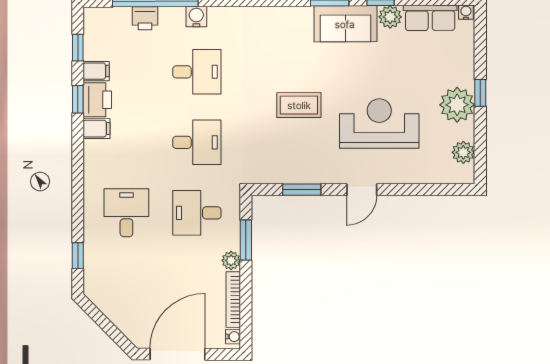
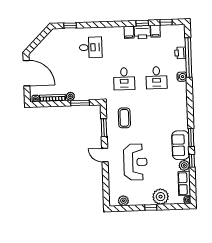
coffee table: (299, 105) -> (124, 118), moved
plant: (457, 105) -> (161, 197), moved
desk: (197, 213) -> (92, 80), removed

